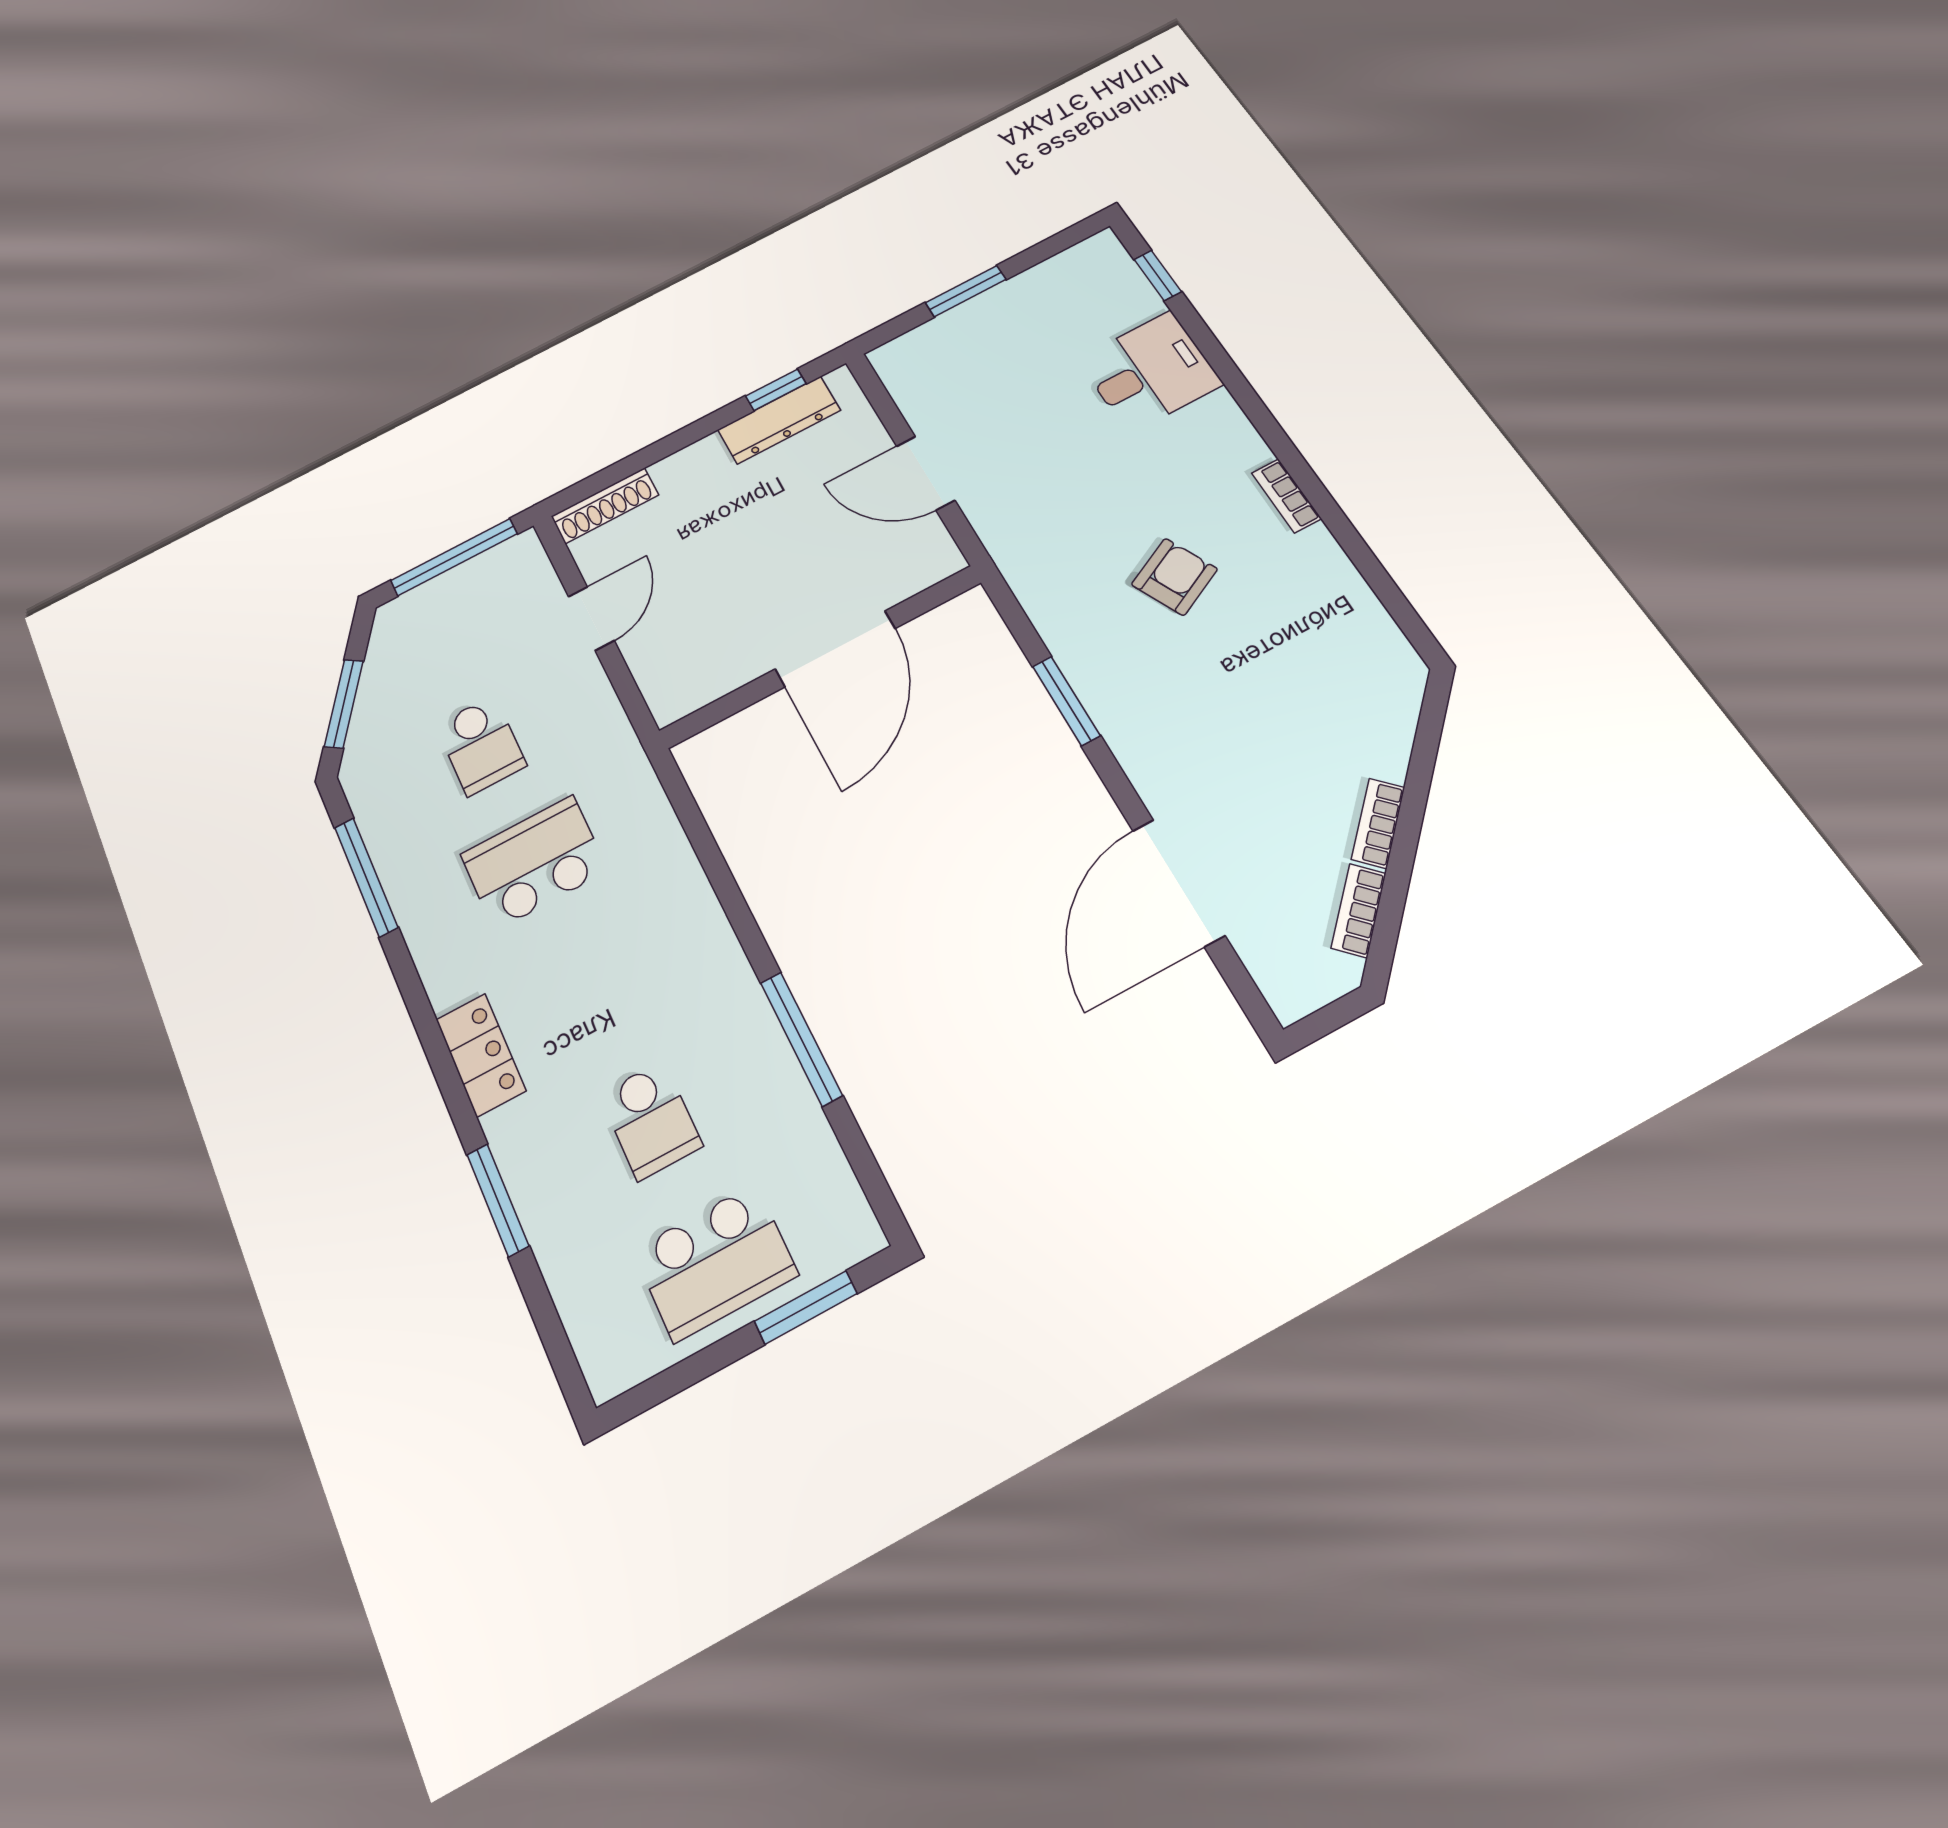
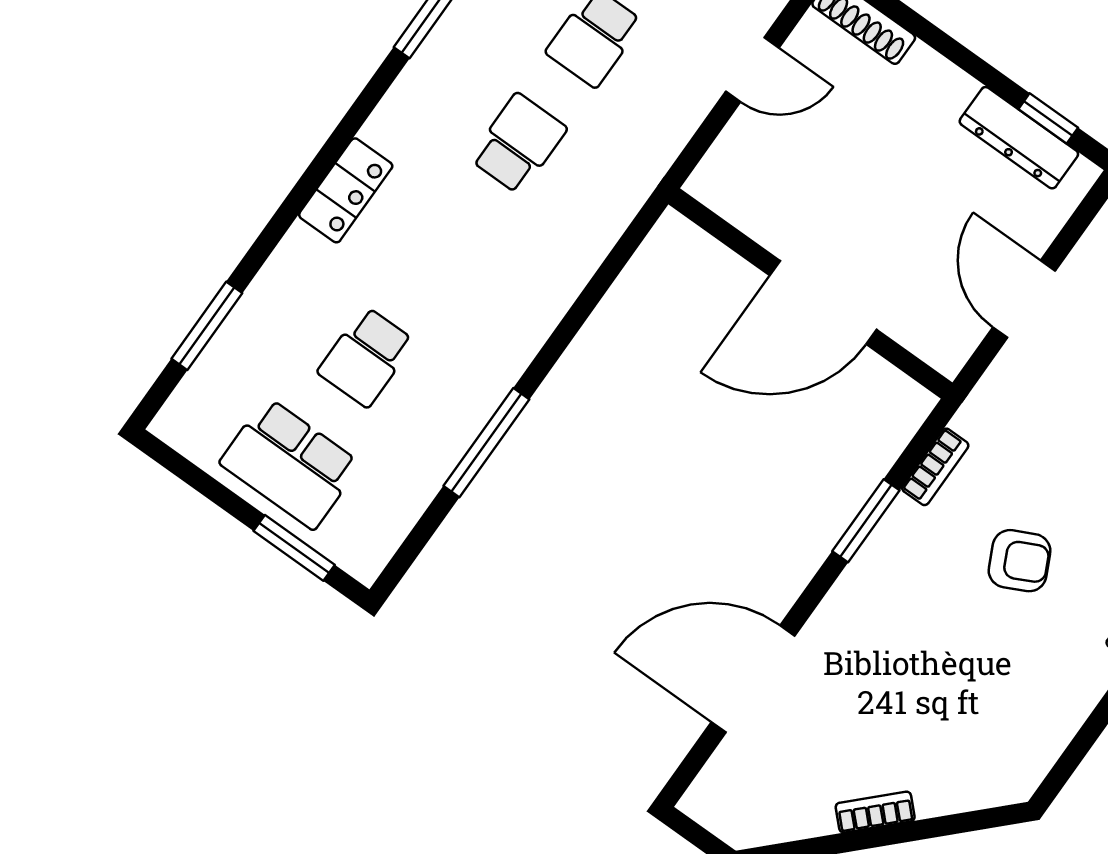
school desk: (534, 862) -> (518, 144), width x0.54
bookcase: (1359, 911) -> (935, 467), moved, turned 135
window: (498, 1200) -> (207, 326), moved

